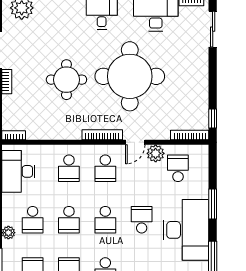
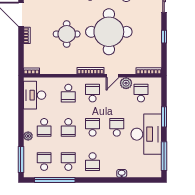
window: (213, 119) -> (164, 37), moved
school desk: (105, 168) -> (93, 93), turned 180
school desk: (105, 220) -> (93, 127), turned 180

